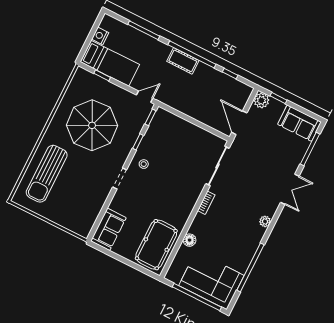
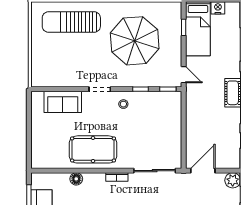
sofa: (108, 229) -> (63, 102), moved
pool table: (156, 245) -> (93, 149), moved

